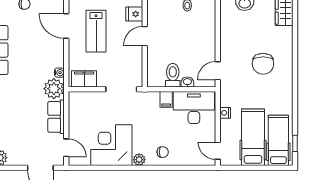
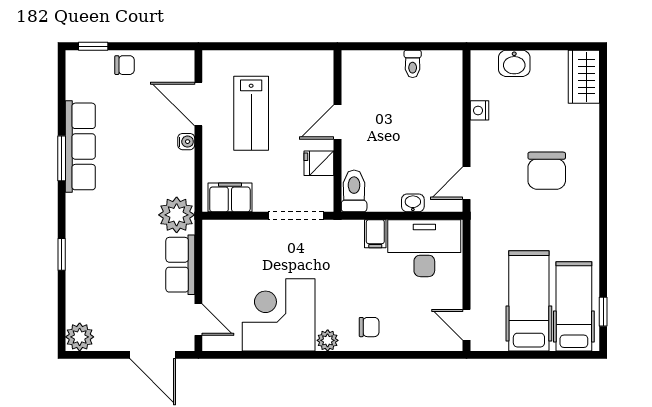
fridge: (134, 14) -> (319, 163), moved
water cooler: (59, 73) -> (186, 142), moved
toilet: (173, 75) -> (354, 191), moved
nightstand: (225, 113) -> (479, 110), moved

